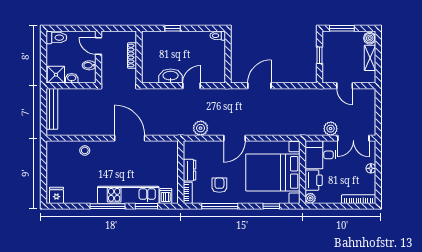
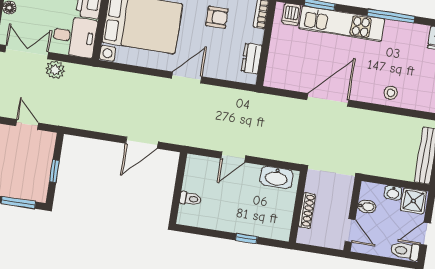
toilet: (218, 36) -> (191, 199), moved
door: (44, 52) -> (425, 234), added
washbasin: (171, 76) -> (276, 177), moved
plant: (201, 128) -> (230, 98), removed
door: (130, 138) -> (328, 100), swing flipped
dresser: (190, 170) -> (252, 58), moved
armchair: (219, 185) -> (217, 17), turned -90
window: (108, 206) -> (391, 16), moved

